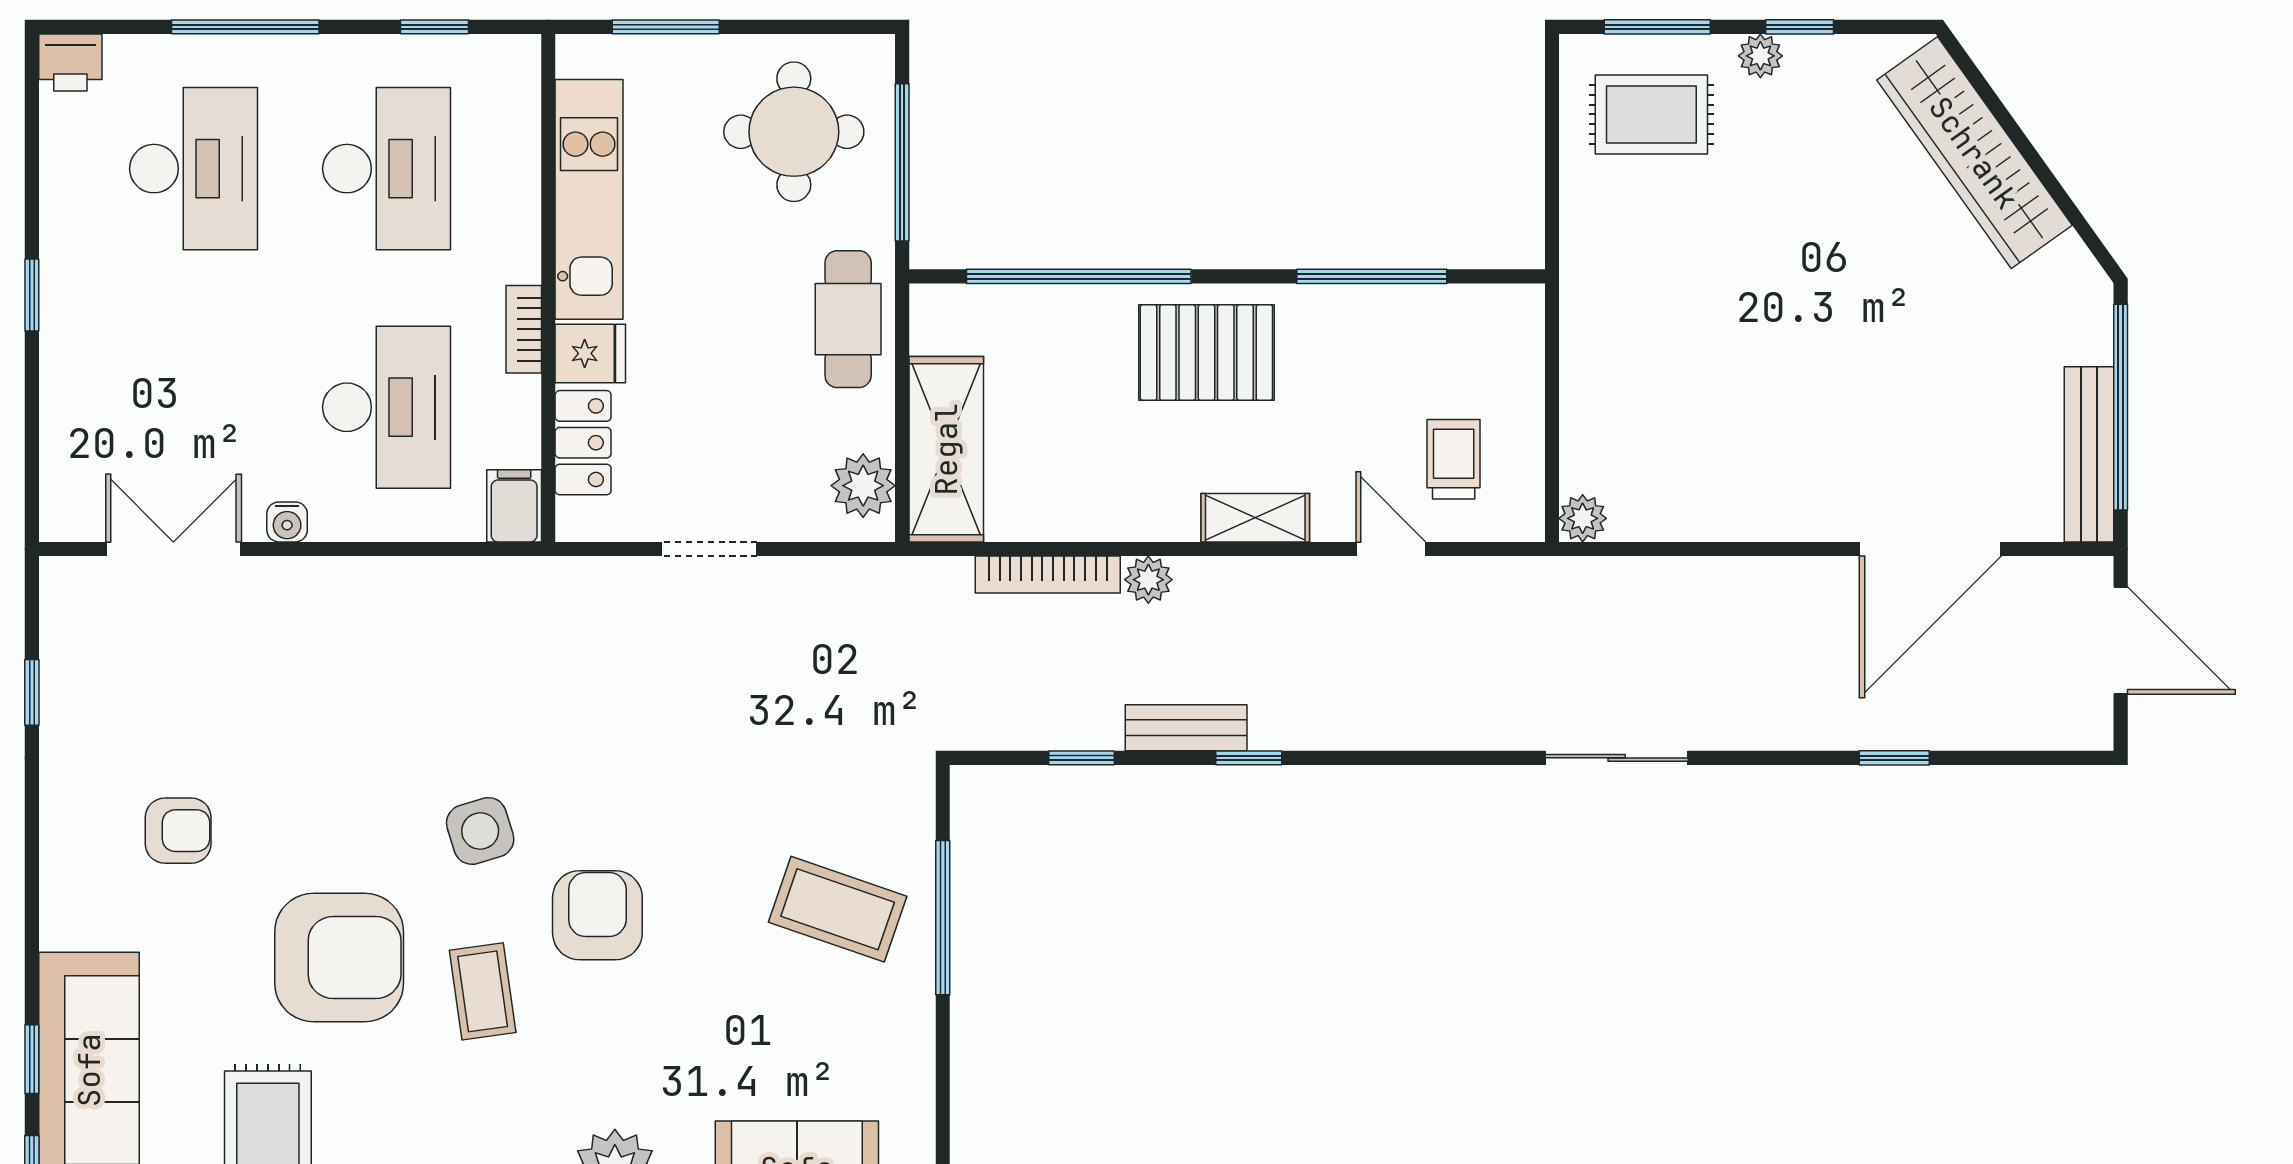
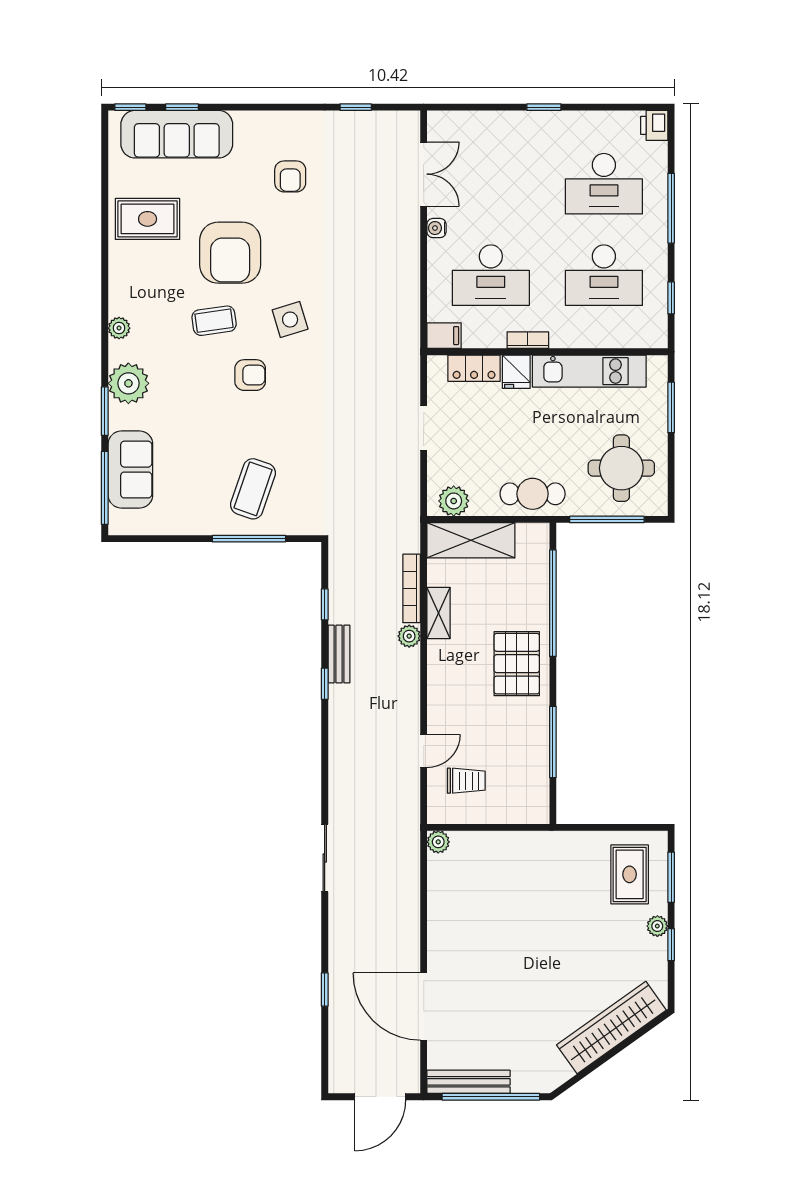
shelving: (1255, 518) -> (439, 613), moved
armchair: (597, 915) -> (250, 375), width x0.72, depth x0.72

